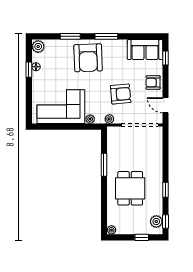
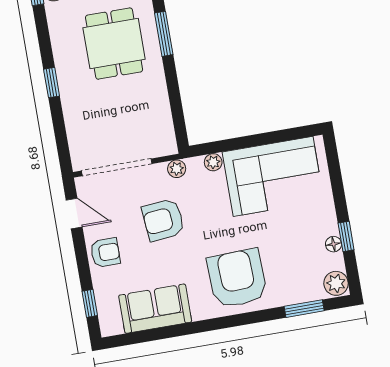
window: (70, 36) -> (304, 309), moved
window: (106, 36) -> (209, 325), removed
sofa: (145, 50) -> (155, 309), moved
window: (104, 165) -> (164, 34), moved
window: (165, 190) -> (52, 83), moved

